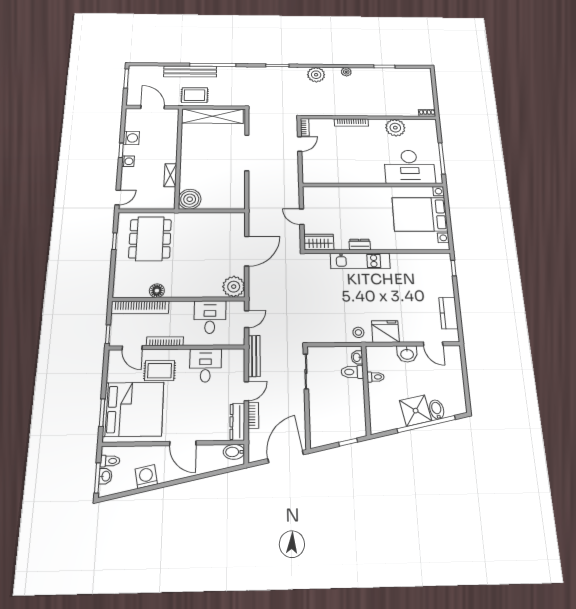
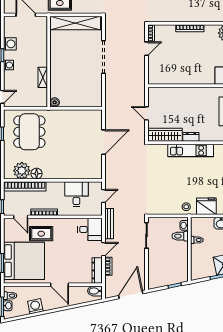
boiler: (190, 199) -> (55, 102), width x0.54, depth x0.54
wardrobe: (319, 242) -> (165, 135), width x1.50
plant: (234, 287) -> (22, 171), moved
desk: (205, 365) -> (90, 229), moved, turned 90

